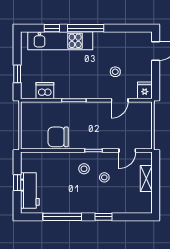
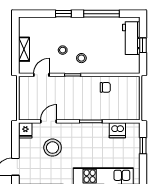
stool: (115, 72) -> (53, 148), width x1.89, depth x1.89
chair: (58, 137) -> (105, 87), width x0.54, depth x0.54

